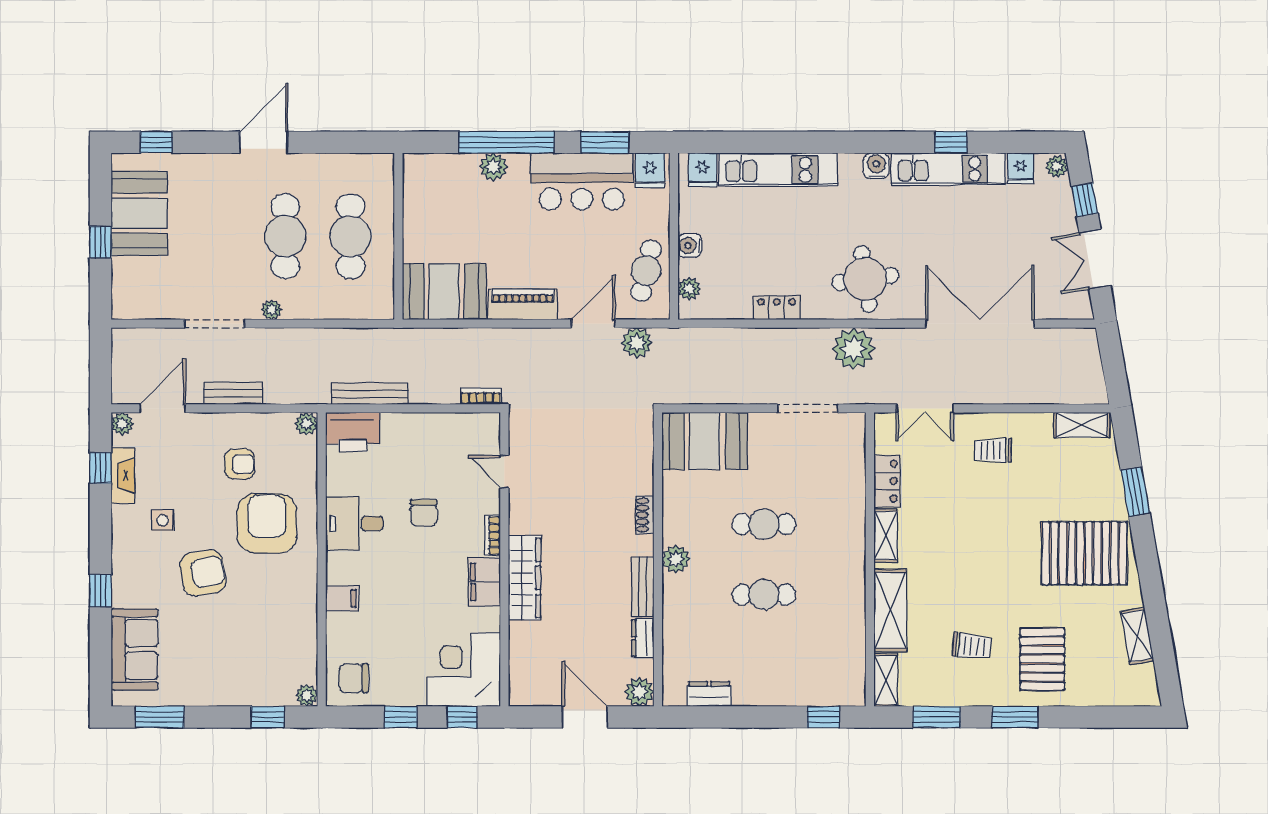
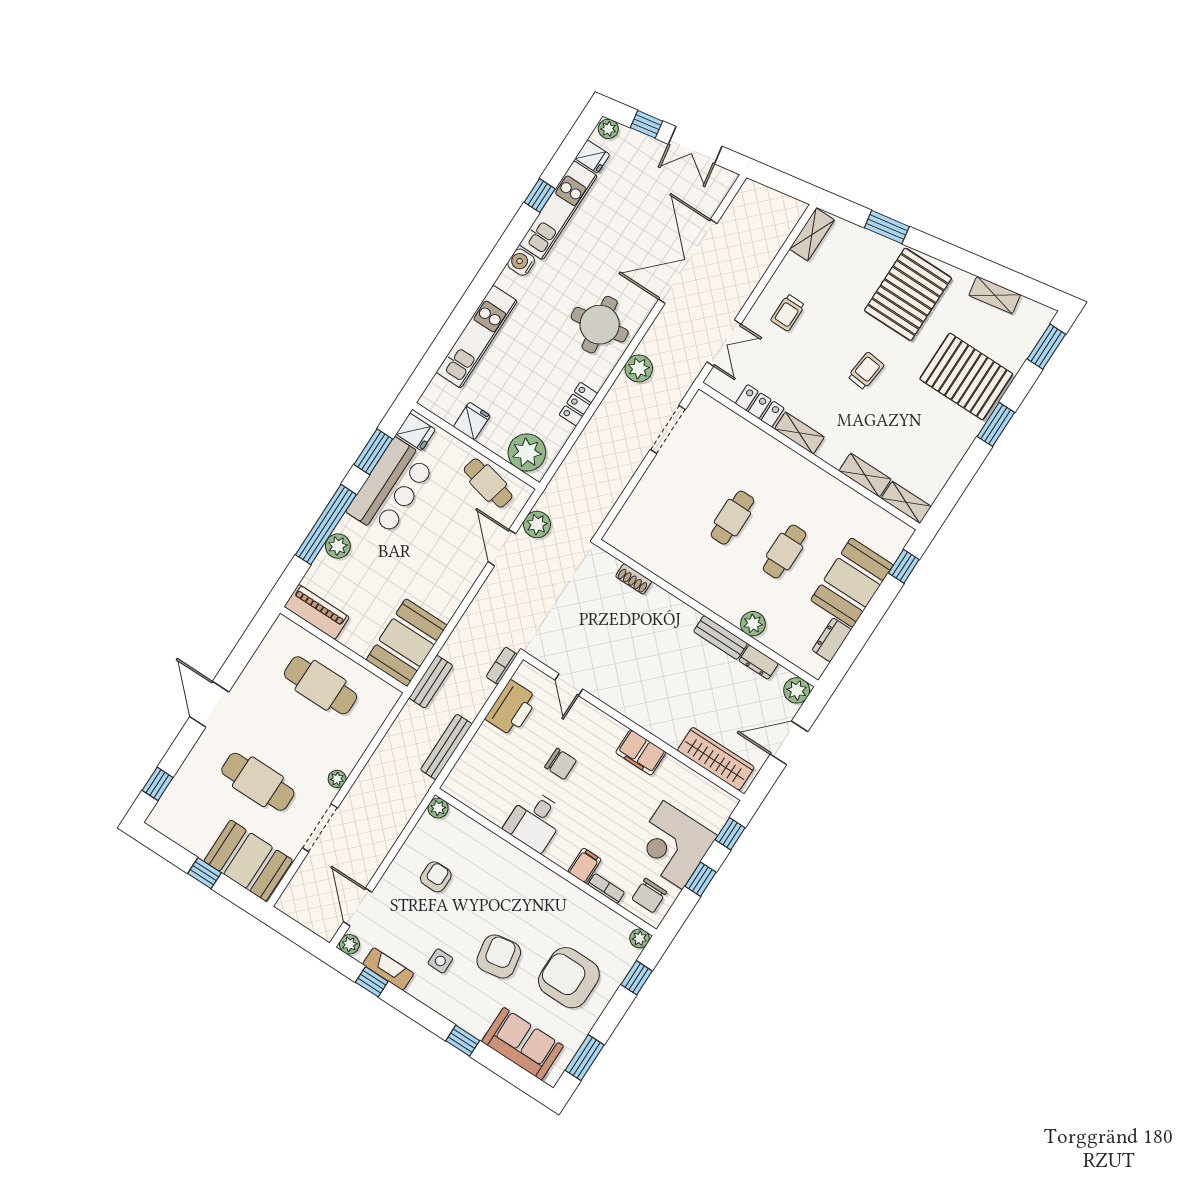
fridge: (702, 170) -> (472, 421), moved, turned -90
booth: (139, 213) -> (248, 861), moved
cafe table: (285, 236) -> (258, 782), moved
water cooler: (690, 246) -> (490, 439), removed
plant: (689, 289) -> (527, 452), width x1.88, depth x1.88
piano: (523, 304) -> (317, 612), moved, turned 90
plant: (853, 349) -> (639, 368), width x0.73, depth x0.73
bench: (233, 393) -> (431, 682), moved
printer: (353, 432) -> (512, 708), moved
booth: (705, 441) -> (852, 583), moved
door: (504, 472) -> (569, 685), hinge flipped
shoe rack: (645, 515) -> (634, 579), moved
armchair: (267, 523) -> (569, 978), moved
bookcase: (492, 536) -> (606, 888), moved, turned 180
plant: (676, 559) -> (753, 624), moved
wardrobe: (525, 578) -> (716, 759), moved
shelving: (890, 610) -> (865, 475), width x0.67, depth x0.75
trolley: (972, 646) -> (866, 371), moved
pallet: (1042, 659) -> (966, 376), width x1.37, depth x1.41
corner desk: (464, 670) -> (673, 845), moved
window: (937, 717) -> (1046, 347), moved

